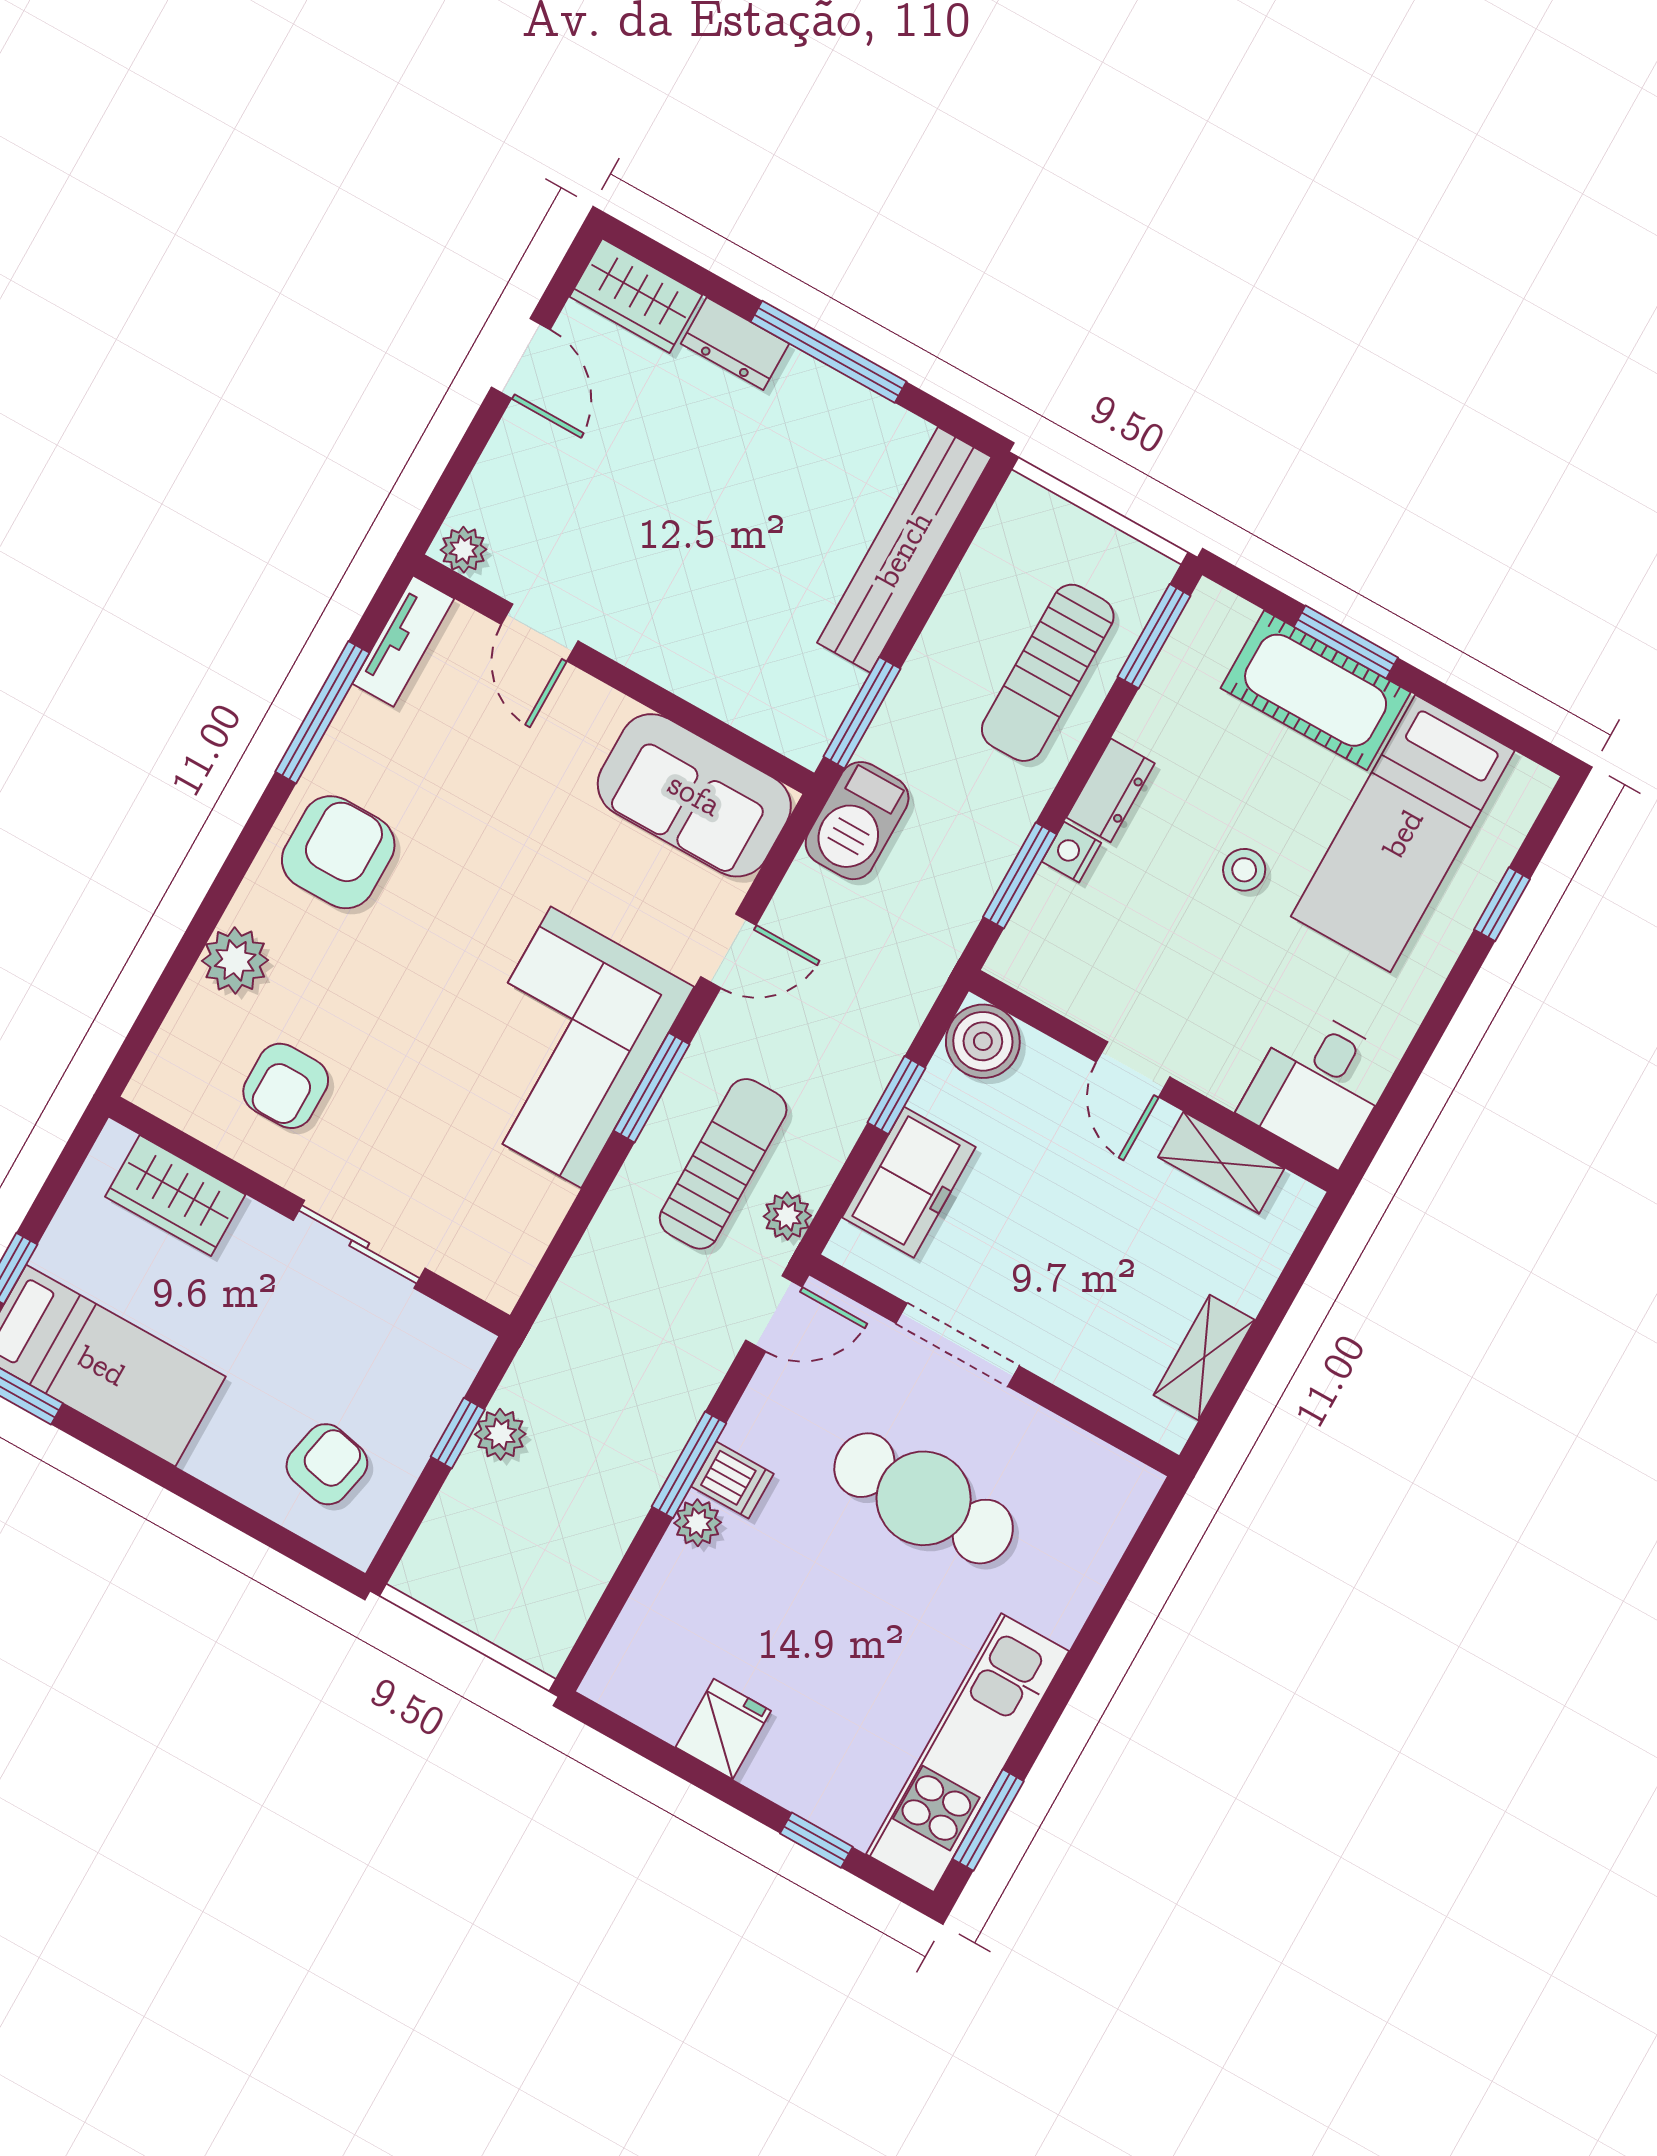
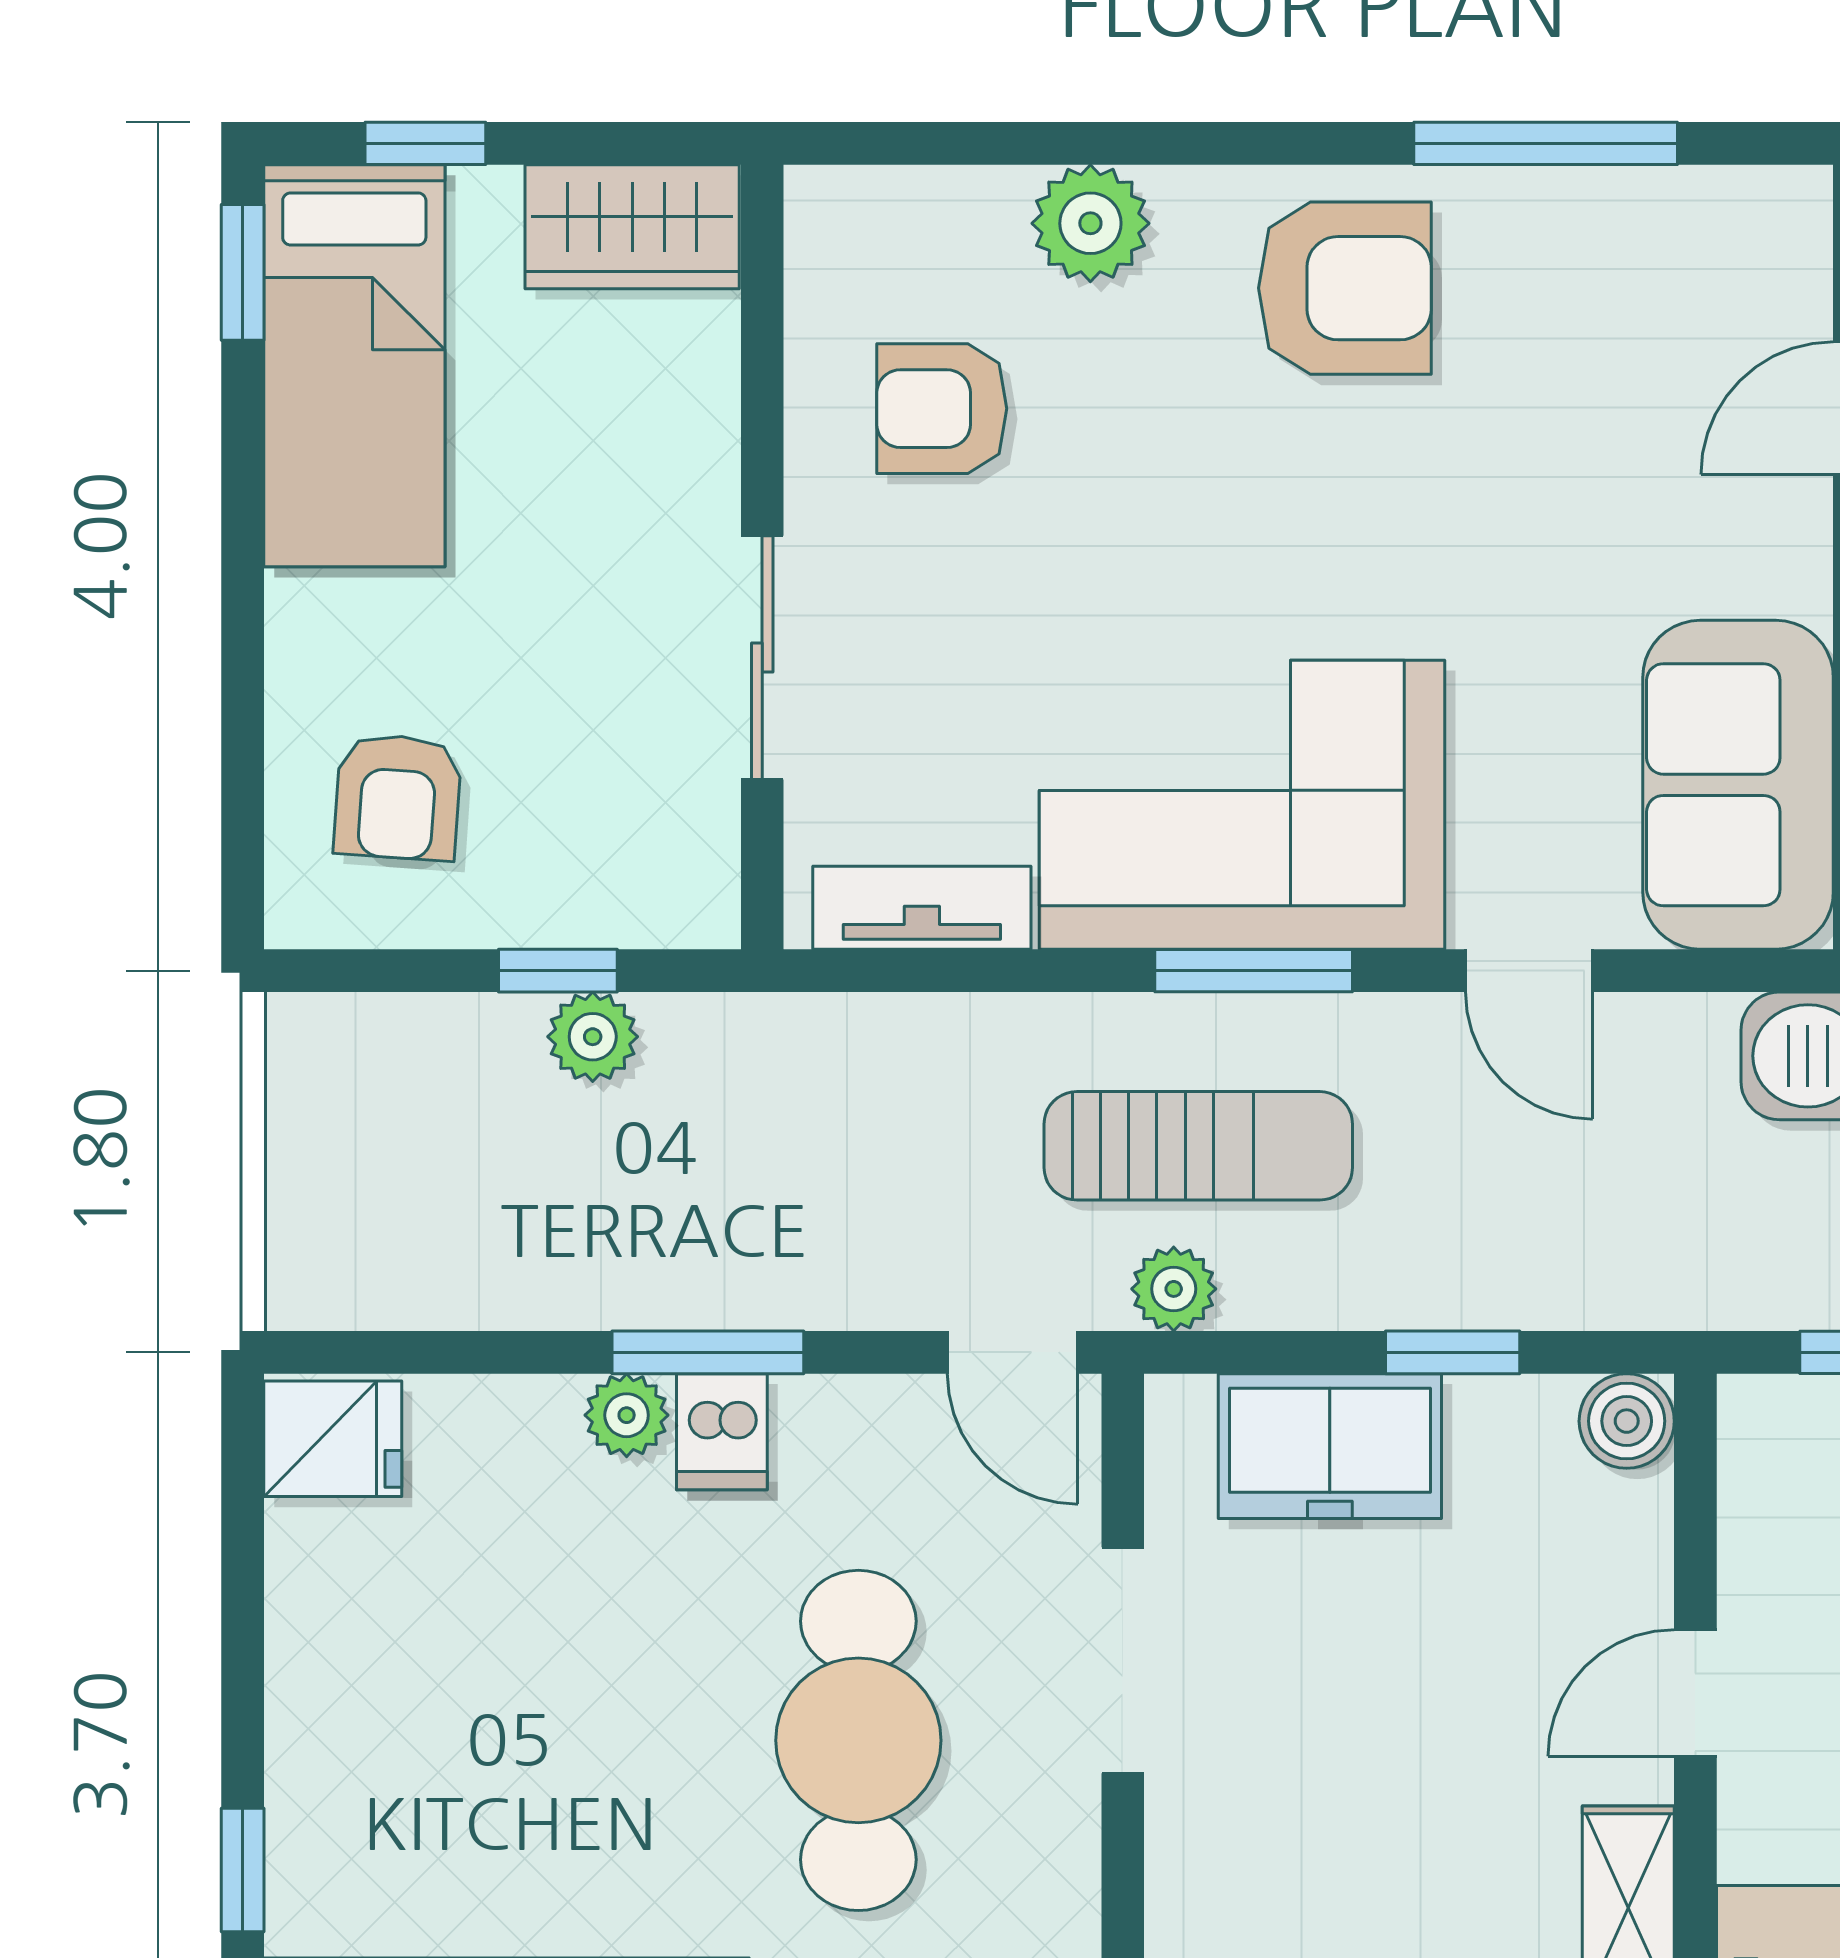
tv unit: (403, 641) -> (922, 908), moved, turned 180
boiler: (983, 1041) -> (1627, 1421), width x0.73, depth x0.73
wardrobe: (175, 1196) -> (632, 227), moved, turned -90
armchair: (327, 1464) -> (398, 797), turned 82
fridge: (723, 1729) -> (333, 1439), moved

